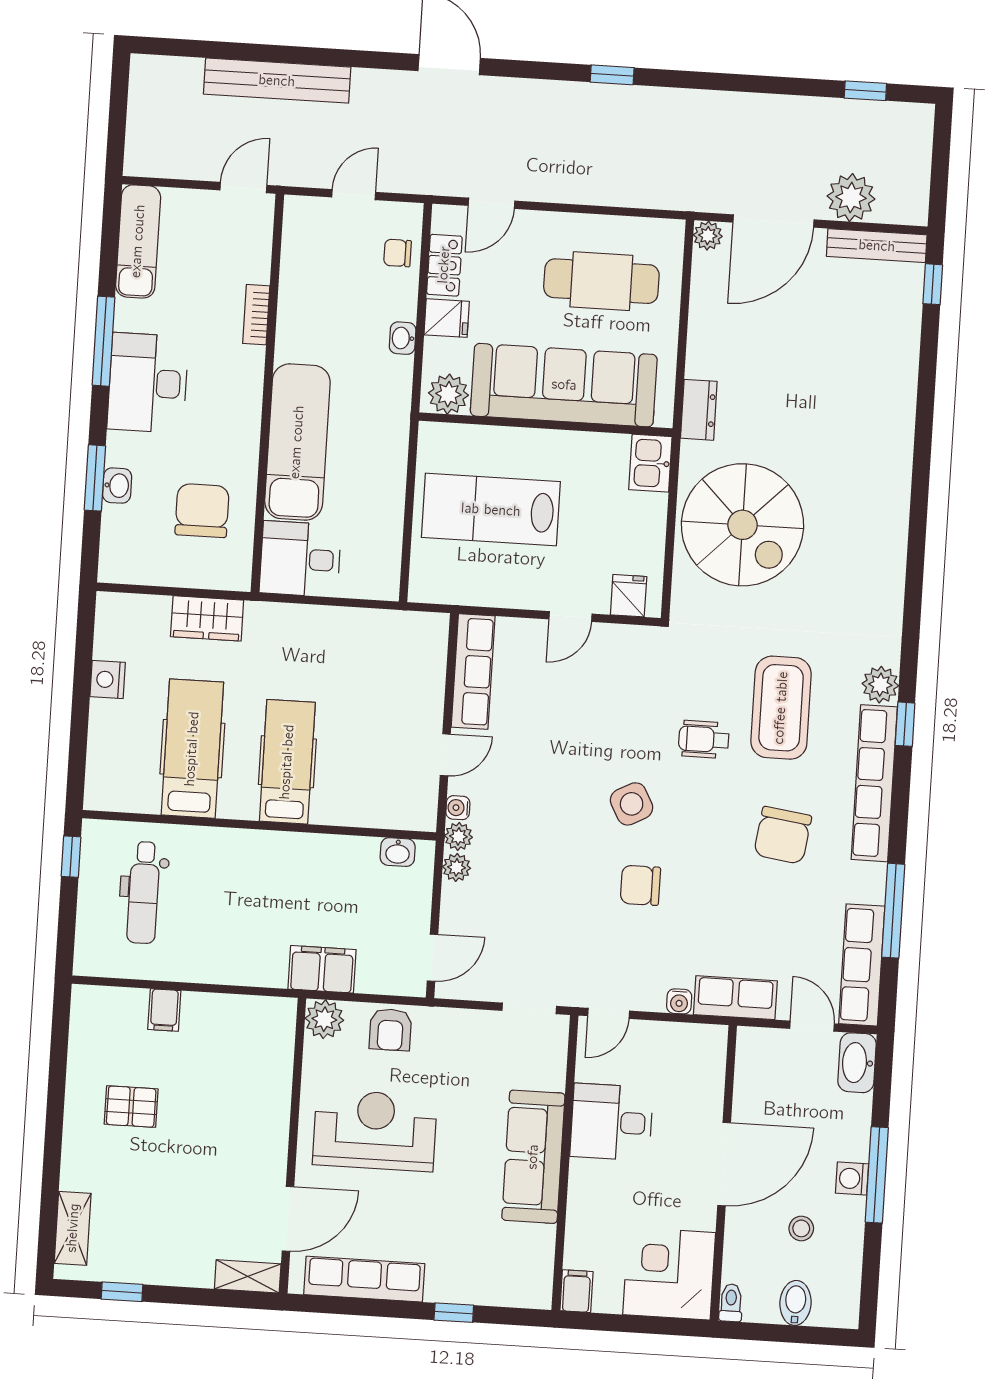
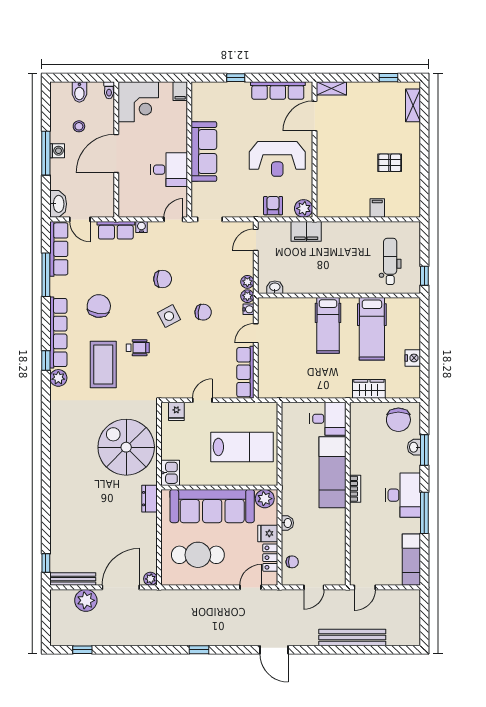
bookcase: (256, 315) -> (355, 489), moved
chair: (202, 511) -> (398, 420), moved
chair: (557, 808) -> (203, 312), added

